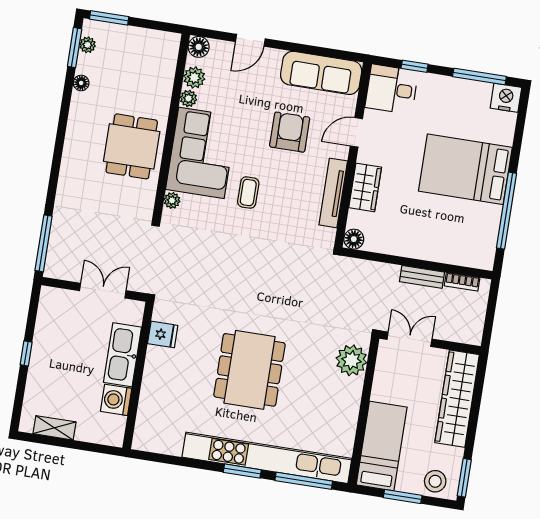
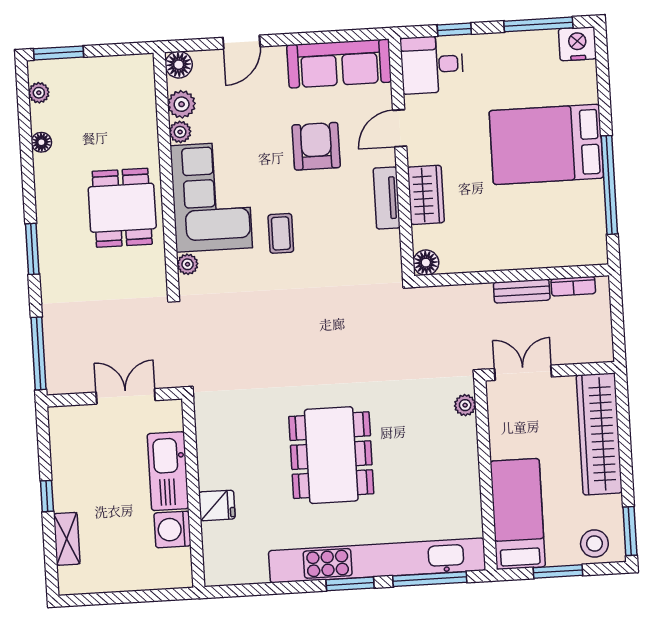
window: (75, 48) -> (32, 249), moved
tv unit: (333, 193) -> (387, 198), width x0.71
fridge: (163, 334) -> (217, 505), moved
plant: (351, 360) -> (465, 405), width x0.53, depth x0.53
shelving: (55, 428) -> (67, 539), moved, turned 90

